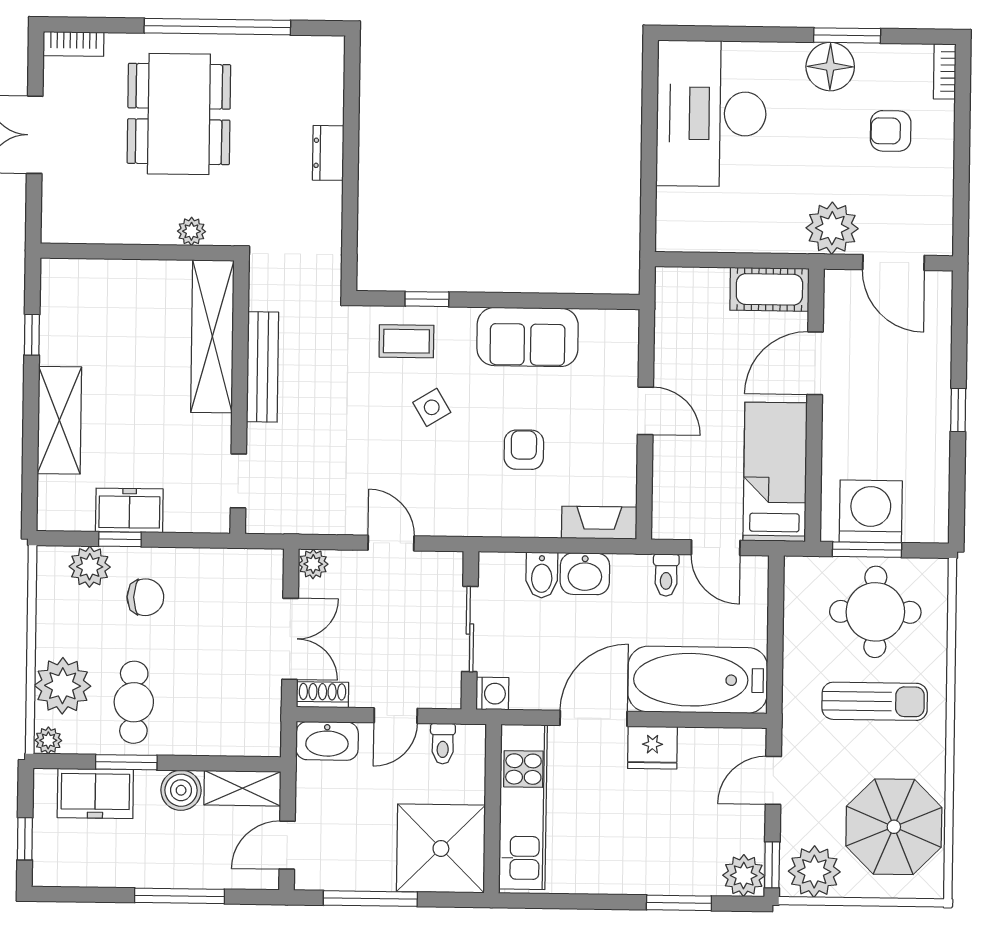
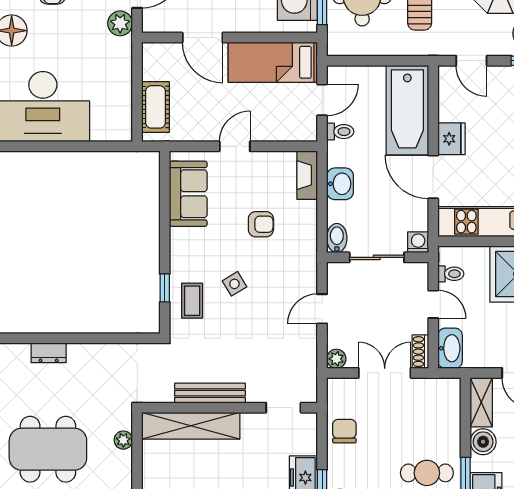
dresser: (328, 153) -> (49, 353), moved
plant: (832, 228) -> (120, 23), width x0.73, depth x0.73
cot: (769, 289) -> (155, 107), moved
sofa: (528, 337) -> (188, 194), moved
armchair: (524, 450) -> (261, 224), turned 180
bidet: (542, 575) -> (337, 238), moved, turned -90
chair: (145, 597) -> (344, 431), moved

